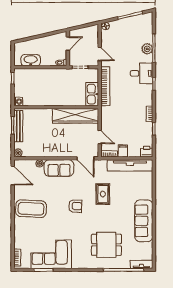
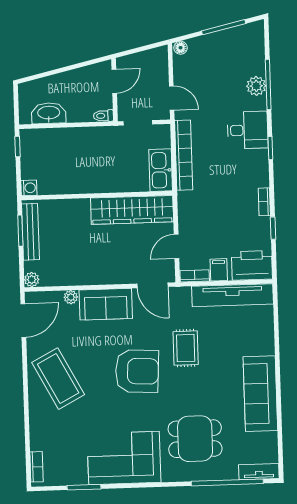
door: (100, 137) -> (177, 246), swing flipped
printer: (147, 152) -> (252, 265), width x1.87, depth x1.48
door: (13, 176) -> (23, 320), hinge flipped
armchair: (75, 206) -> (137, 371), width x1.88, depth x1.88
coffee table: (31, 209) -> (58, 379), turned 59
corner sofa: (51, 254) -> (124, 458), moved

